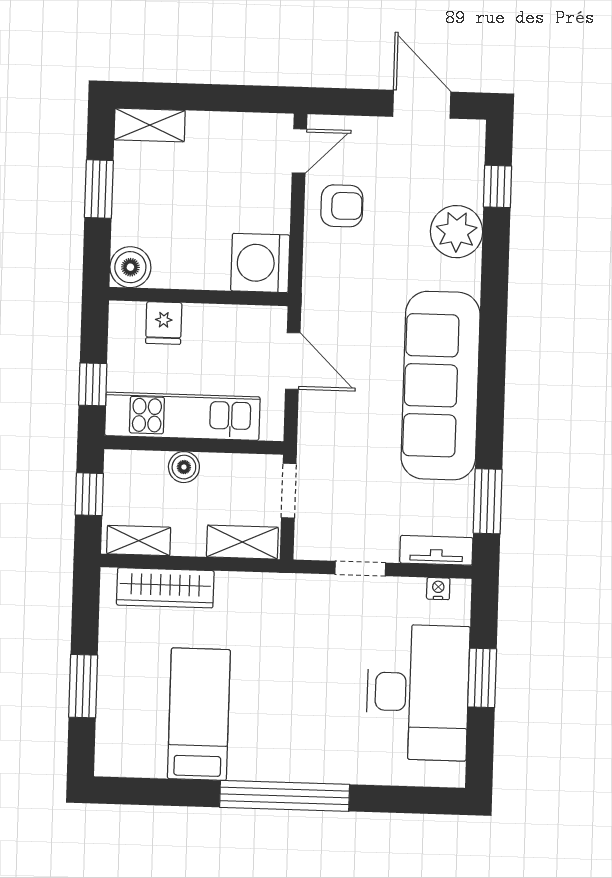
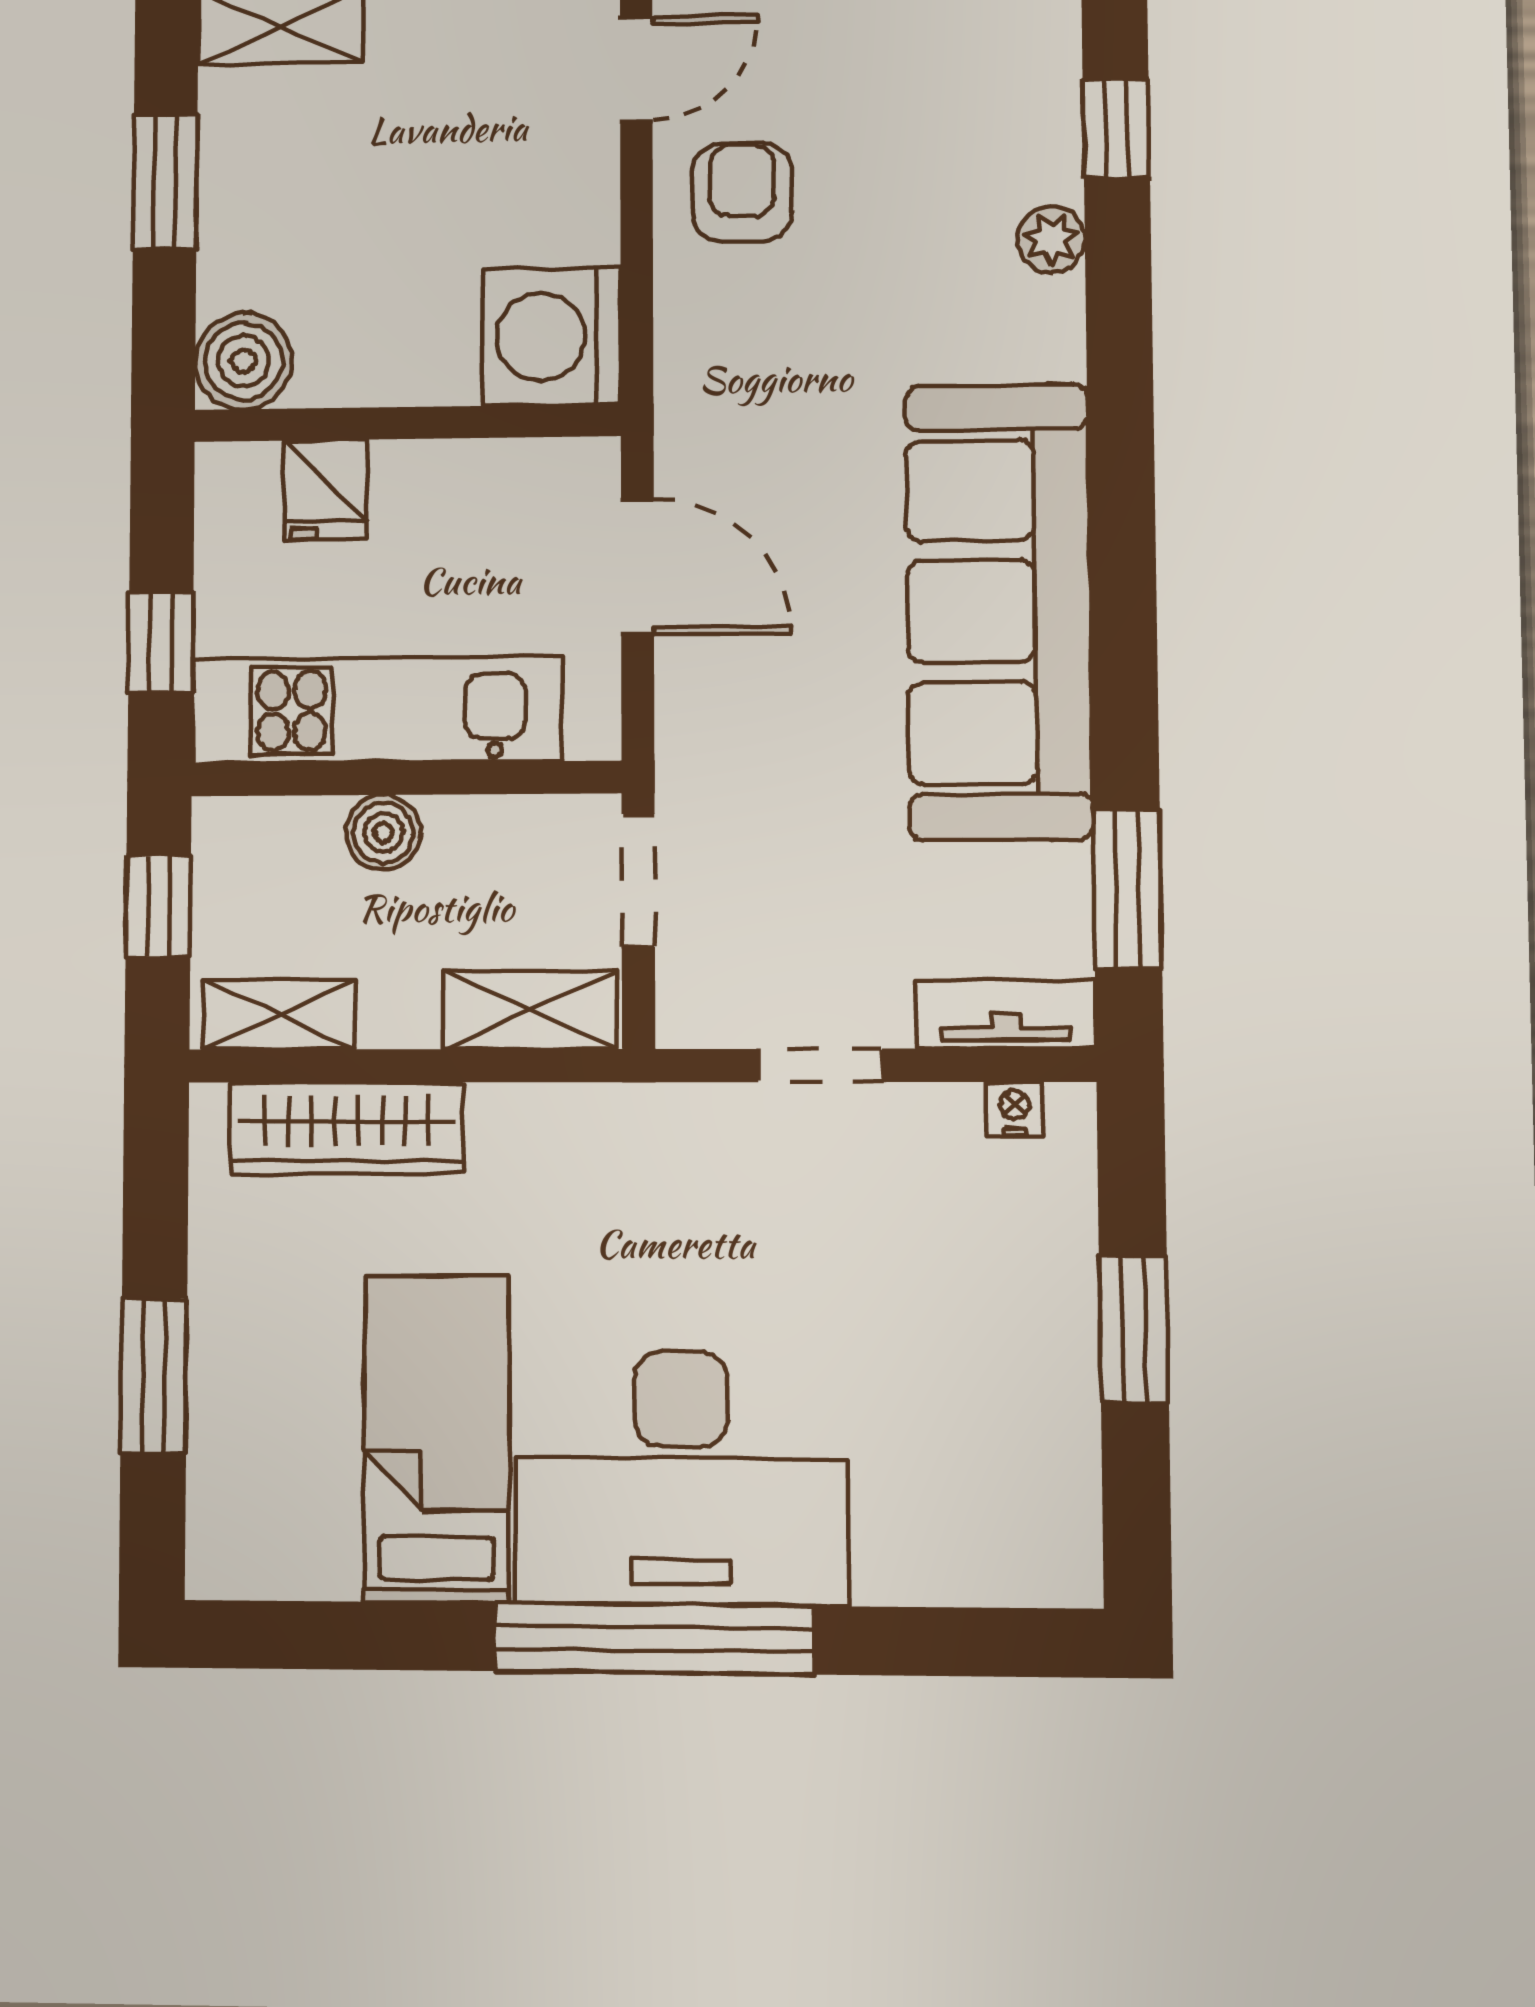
armchair: (342, 206) -> (742, 192), turned -90
plant: (457, 232) -> (1051, 240), width x0.53, depth x0.53
desk: (418, 692) -> (681, 1478), moved, turned 90

